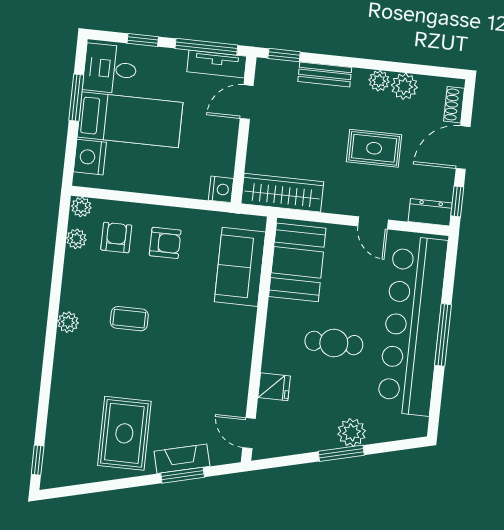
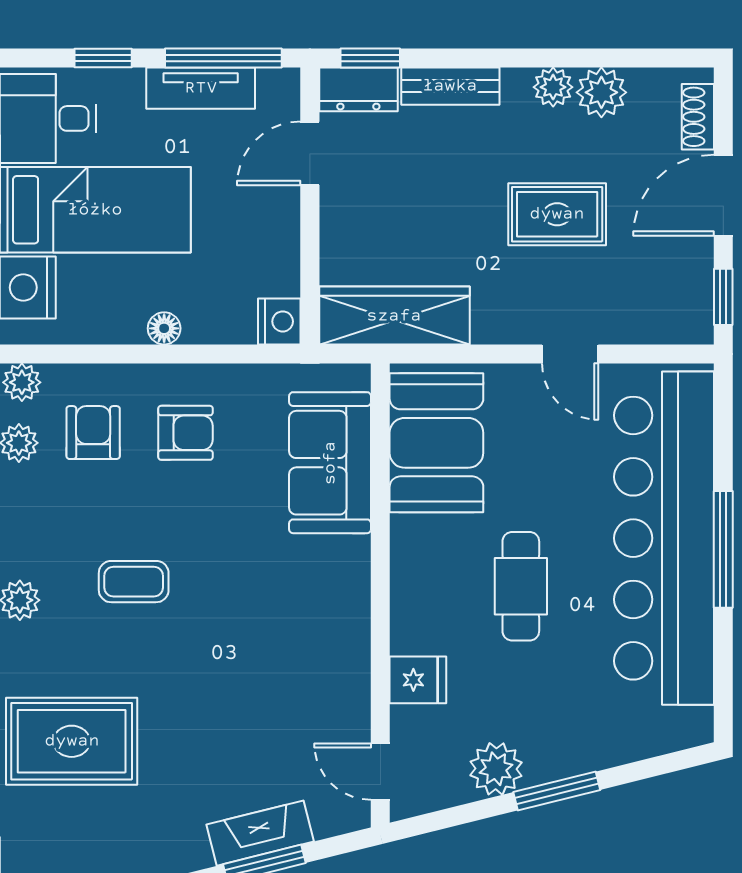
tv unit: (217, 64) -> (201, 88), moved
floor lamp: (160, 186) -> (164, 328), added
dresser: (430, 212) -> (358, 89), moved, turned 180
cafe table: (334, 343) -> (521, 586), turned 90
plant: (352, 432) -> (496, 769), moved
rug: (124, 433) -> (72, 741), moved, turned 90

